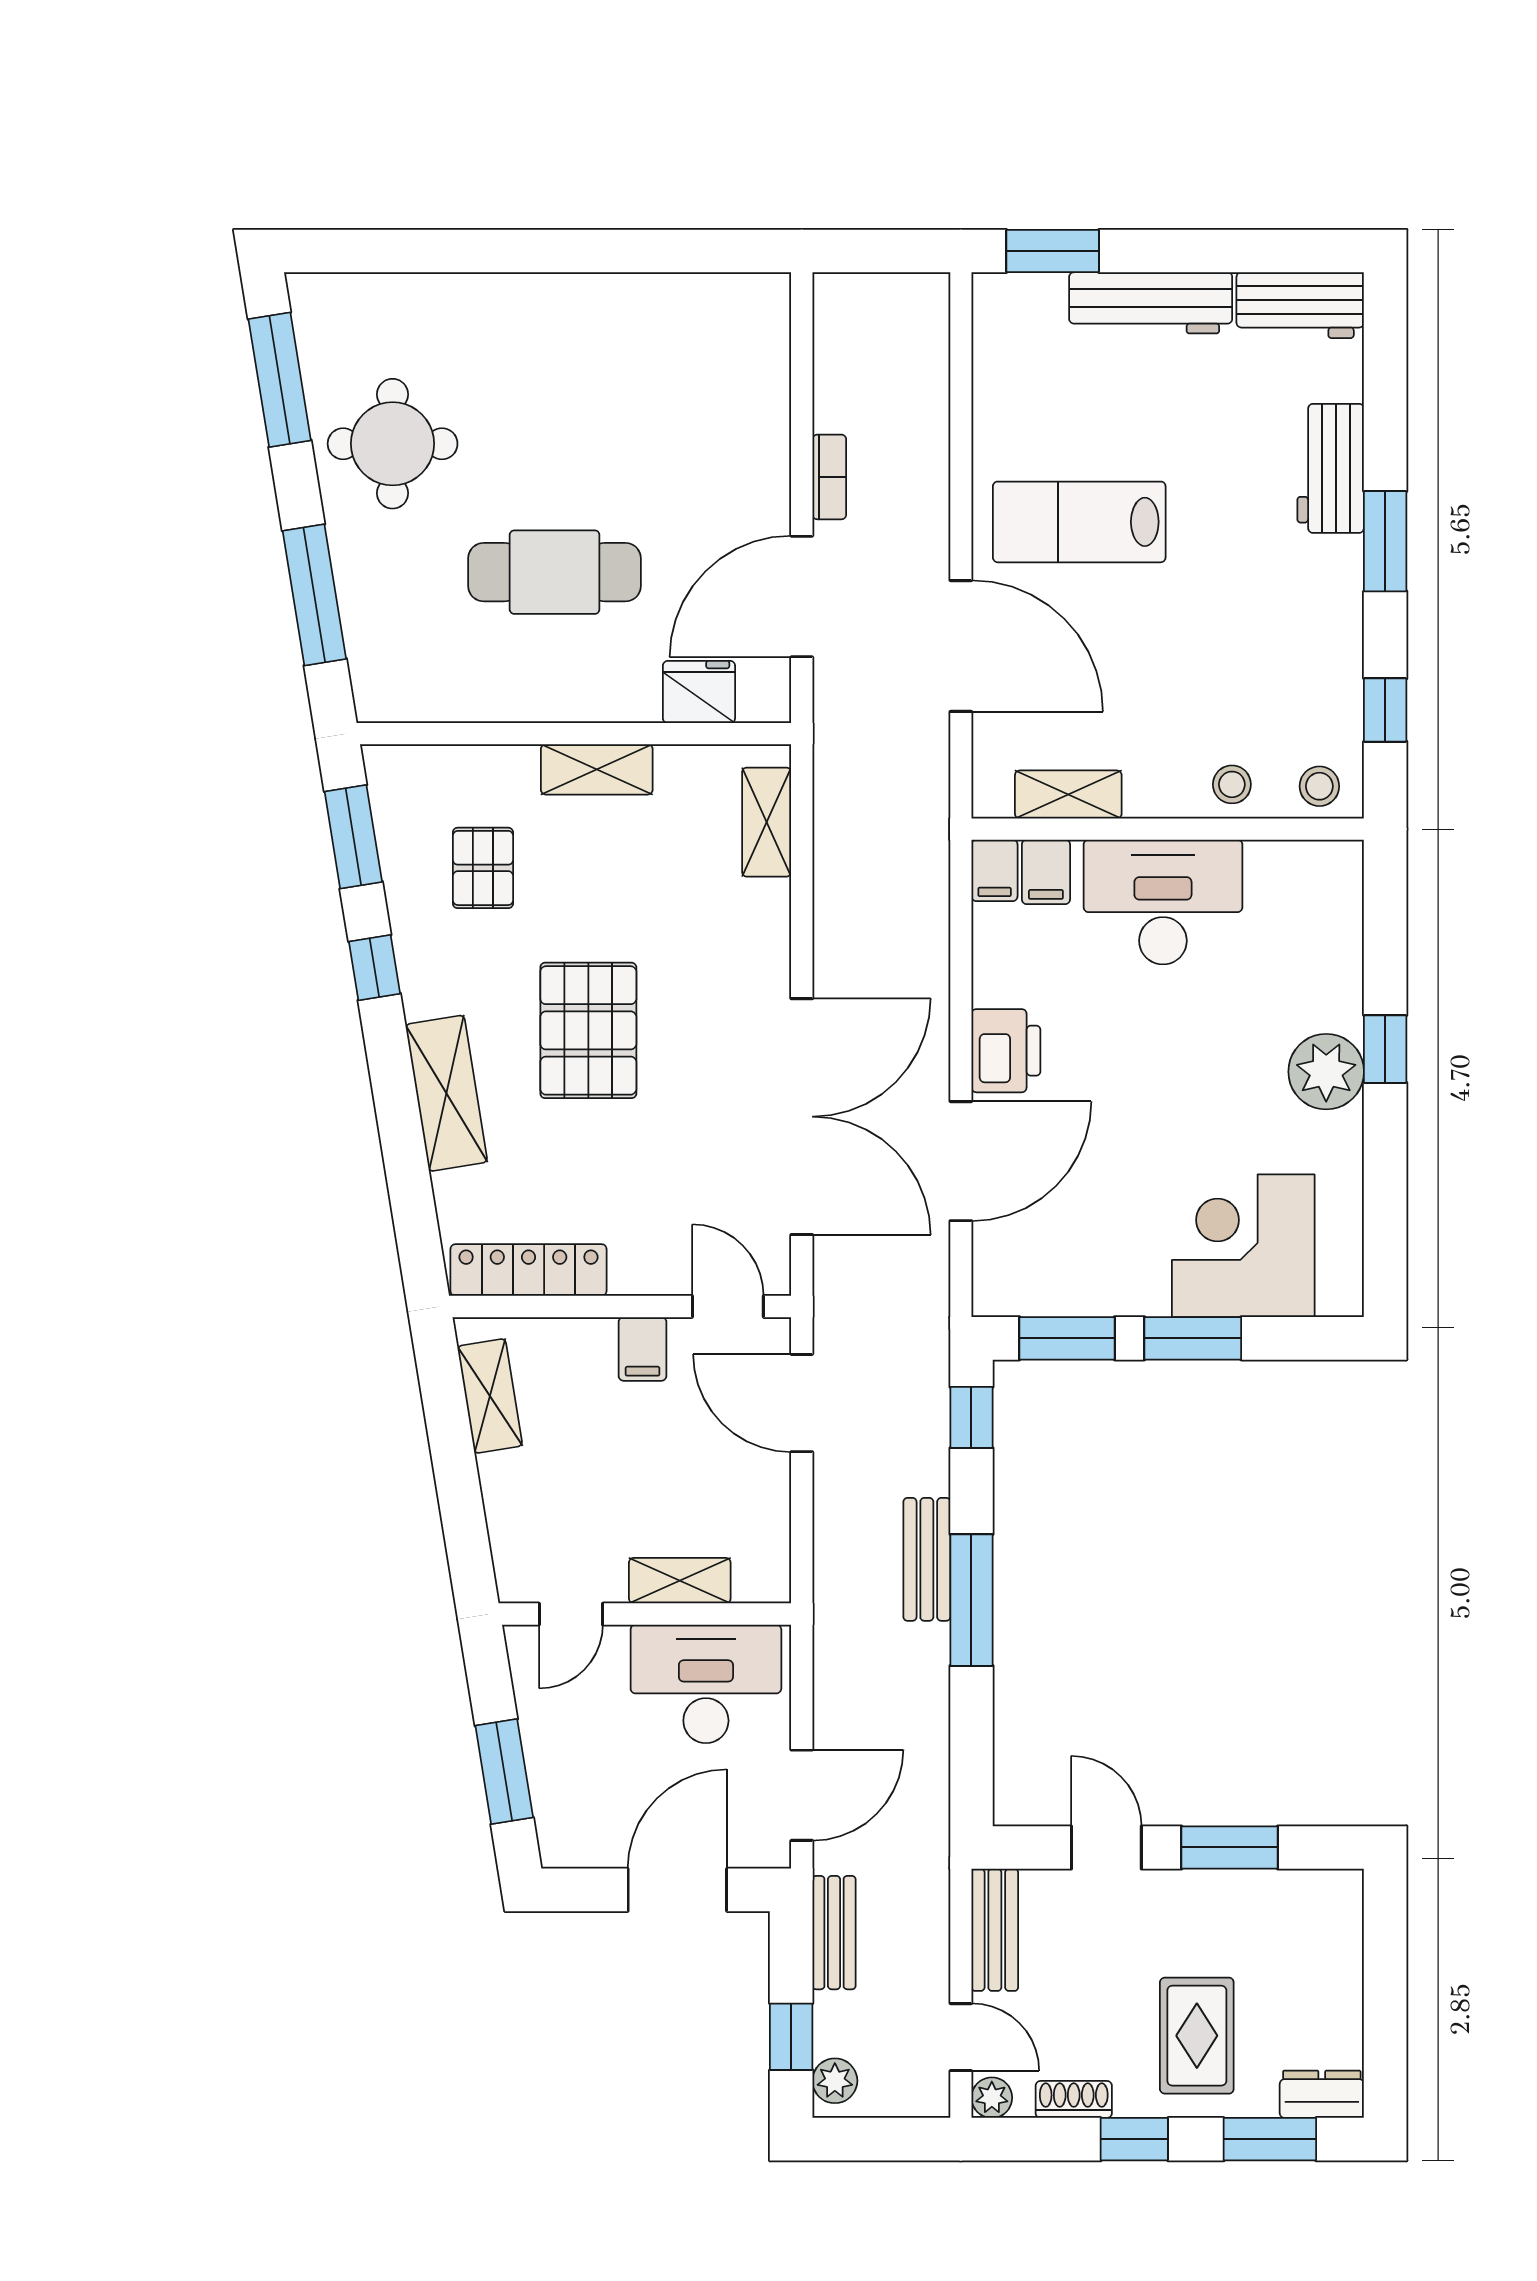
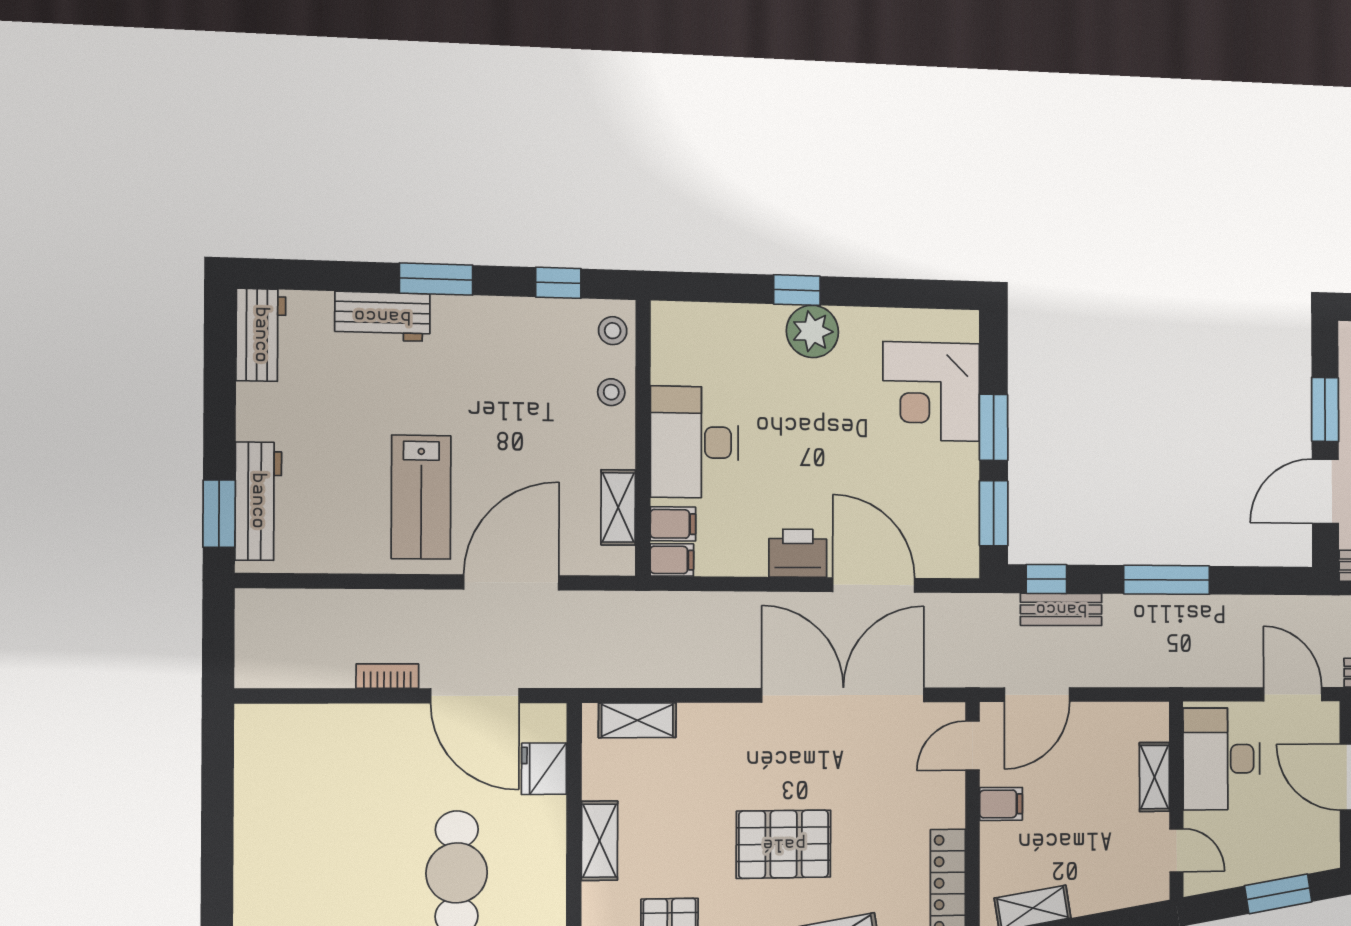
workbench: (1151, 303) -> (258, 501), moved
bench: (927, 1559) -> (1061, 609), moved
door: (1106, 1847) -> (1325, 491), width x1.38

